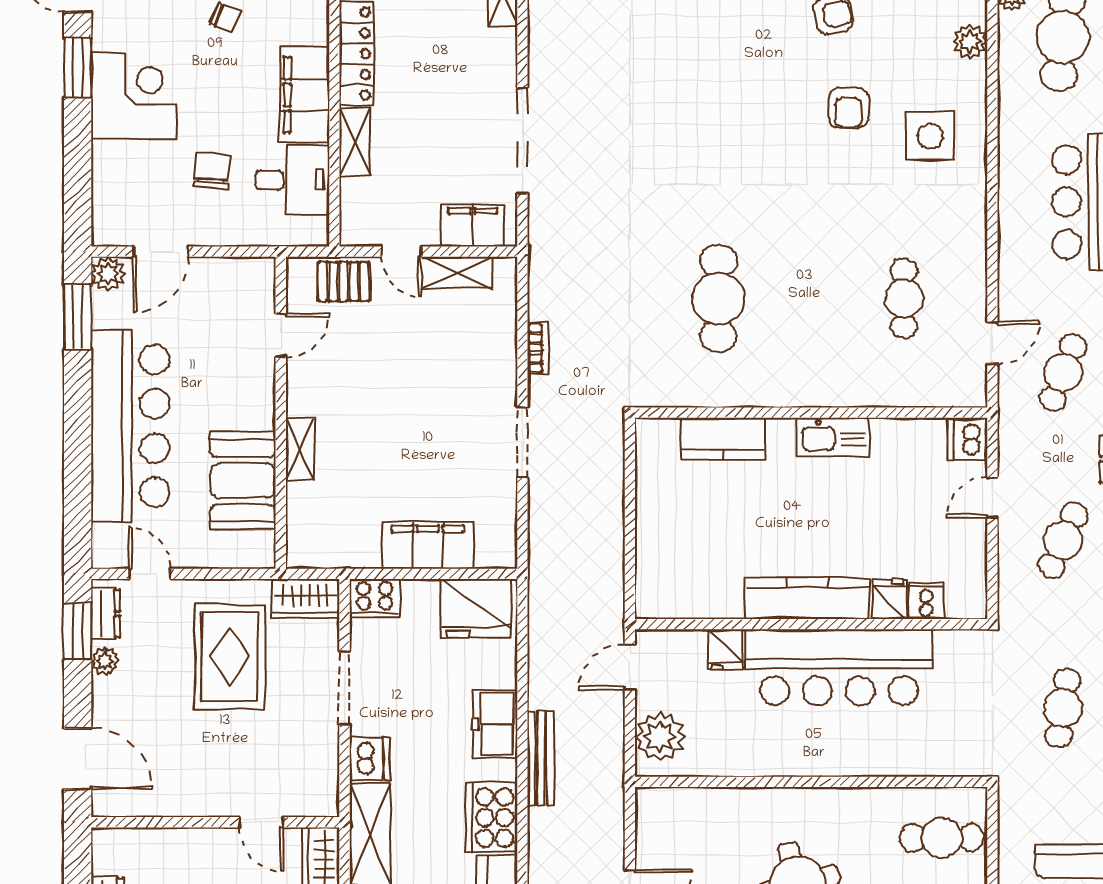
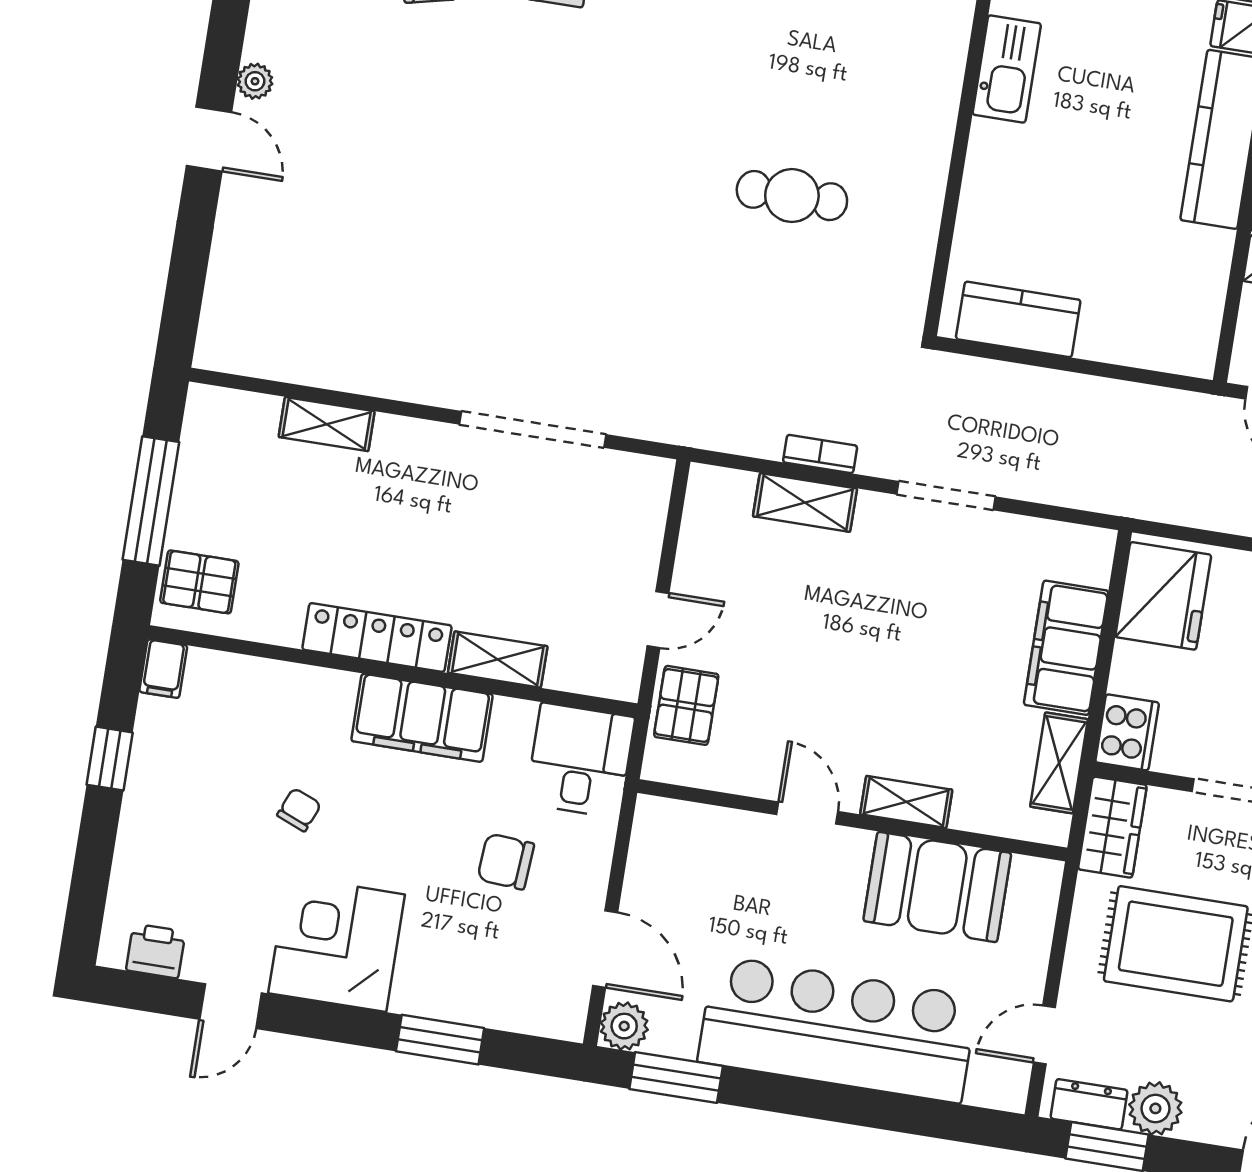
window: (78, 68) -> (440, 1040), moved
corner desk: (134, 96) -> (337, 944), moved
desk: (292, 180) -> (580, 760), moved
filing cabinet: (473, 226) -> (638, 516), removed
shelving: (457, 273) -> (805, 502), moved, turned 90
cafe table: (718, 299) -> (792, 196), width x0.73, depth x0.74
door: (281, 336) -> (807, 813), moved
kitchen counter: (723, 439) -> (1018, 319), moved, turned -90
shelving: (345, 553) -> (1059, 763), added
plant: (105, 661) -> (1155, 1108), width x1.38, depth x1.38

